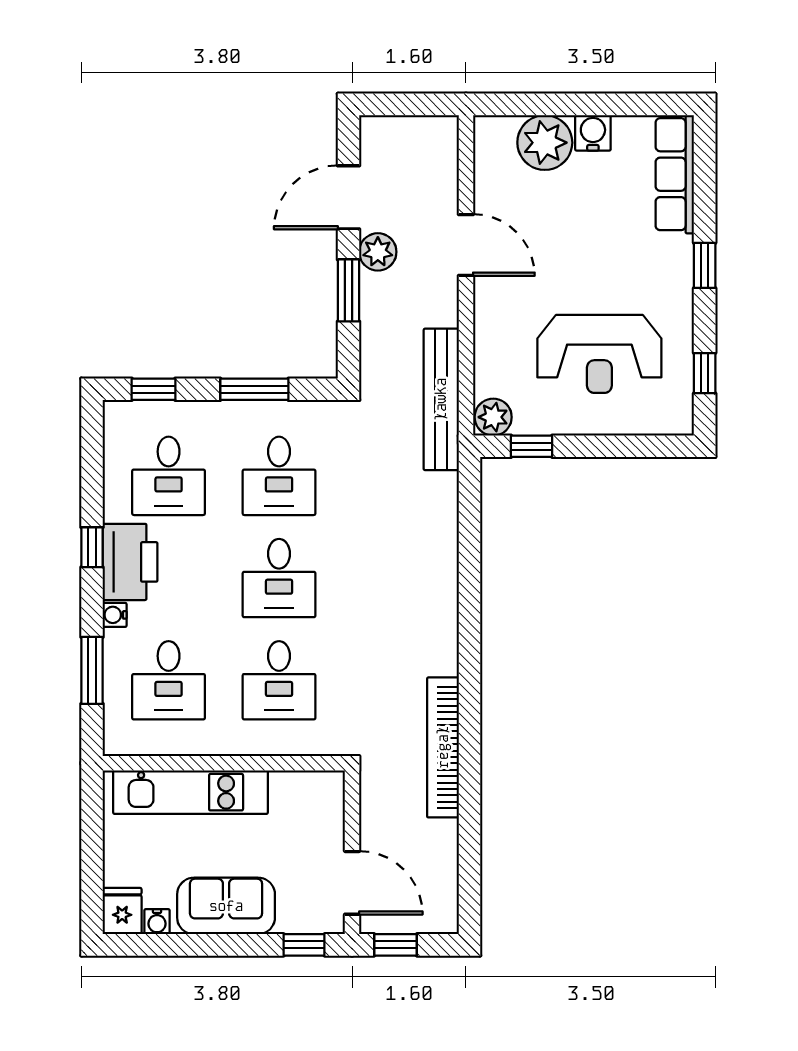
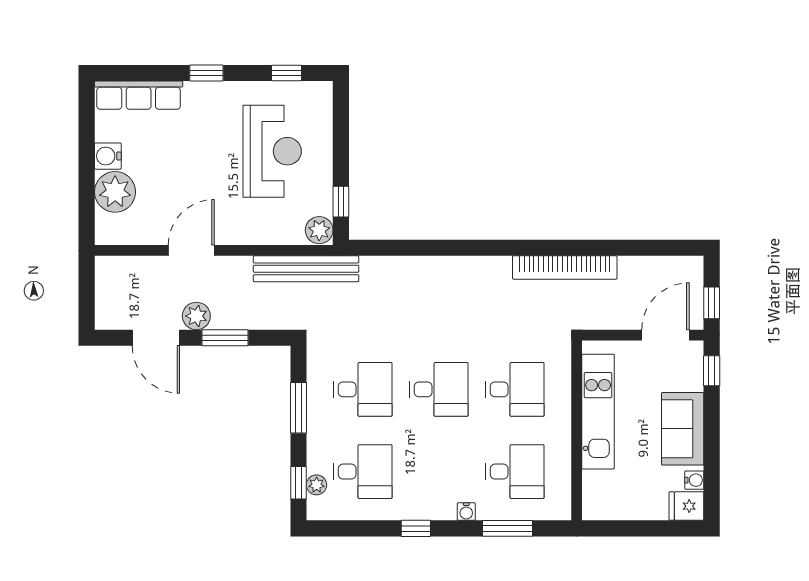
plant: (151, 414) -> (317, 485), added
printer: (130, 562) -> (427, 500), removed
kitchen unit: (191, 792) -> (598, 412), moved

